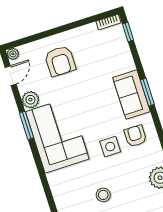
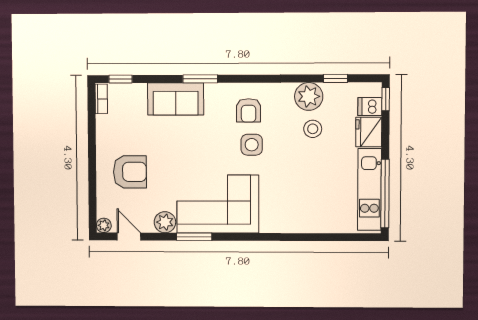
sofa: (131, 94) -> (176, 99), moved
armchair: (135, 136) -> (249, 110), turned -90
stool: (103, 195) -> (313, 129), moved

